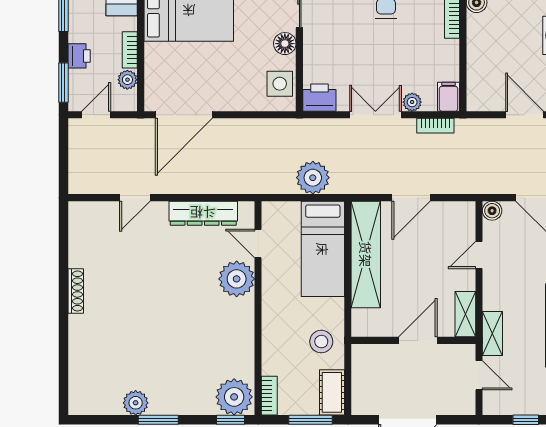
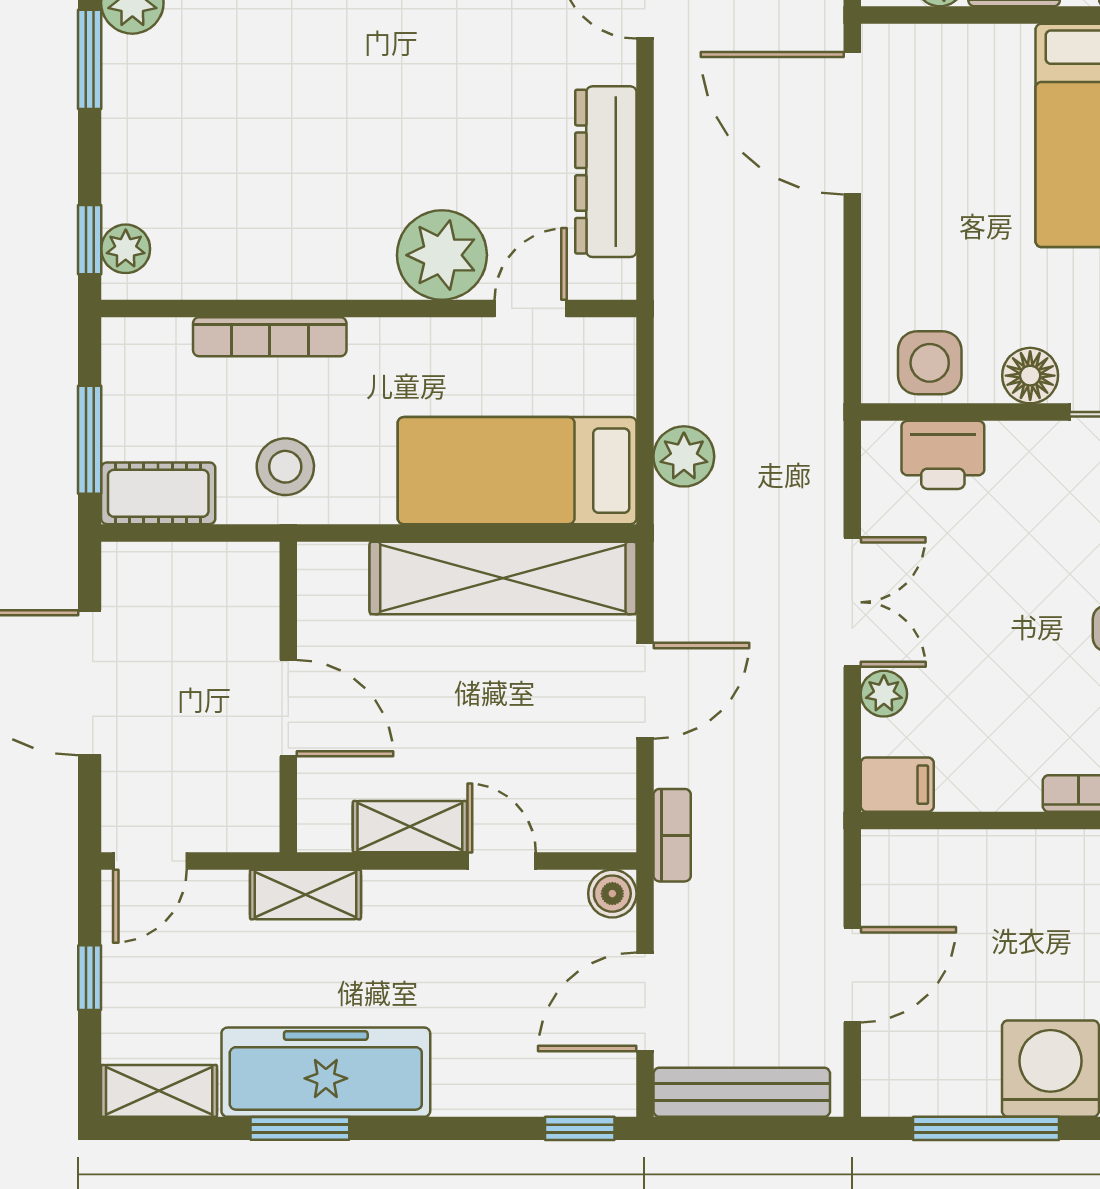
printer: (319, 98) -> (943, 455), moved, turned 90
bookcase: (435, 126) -> (672, 835), moved, turned 180
plant: (313, 178) -> (684, 456), width x0.73, depth x0.73
door: (411, 198) -> (645, 691), swing flipped
shelving: (465, 314) -> (410, 827), moved
door: (479, 375) -> (150, 861), moved
bookcase: (269, 396) -> (270, 337), moved, width x1.56
plant: (234, 397) -> (126, 249), width x0.53, depth x0.53

